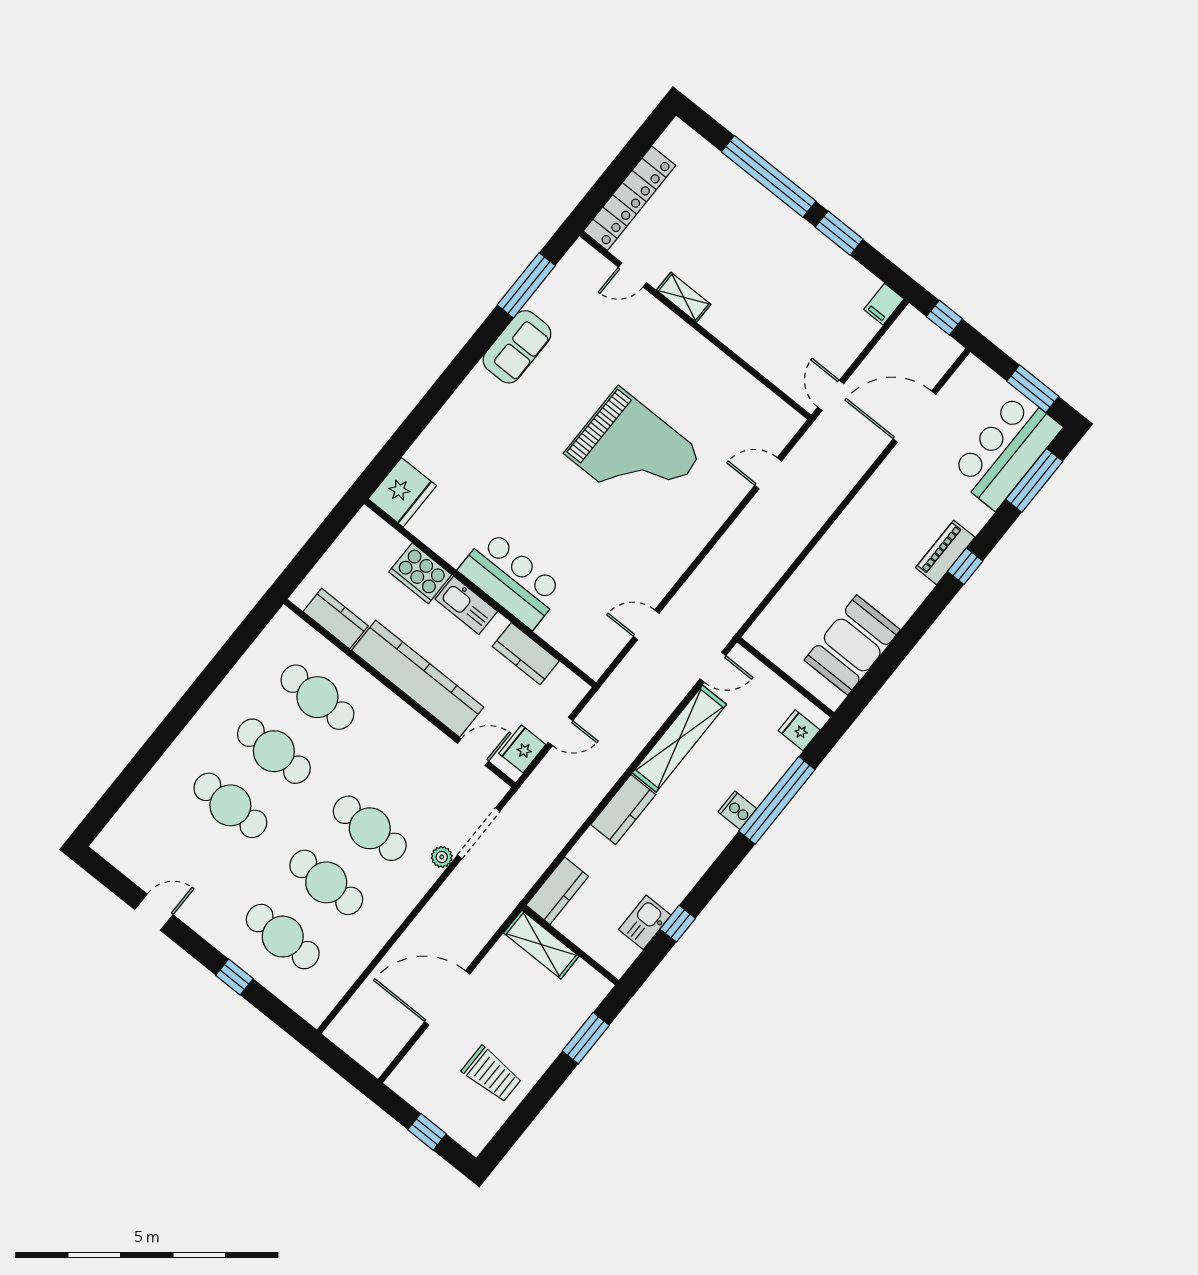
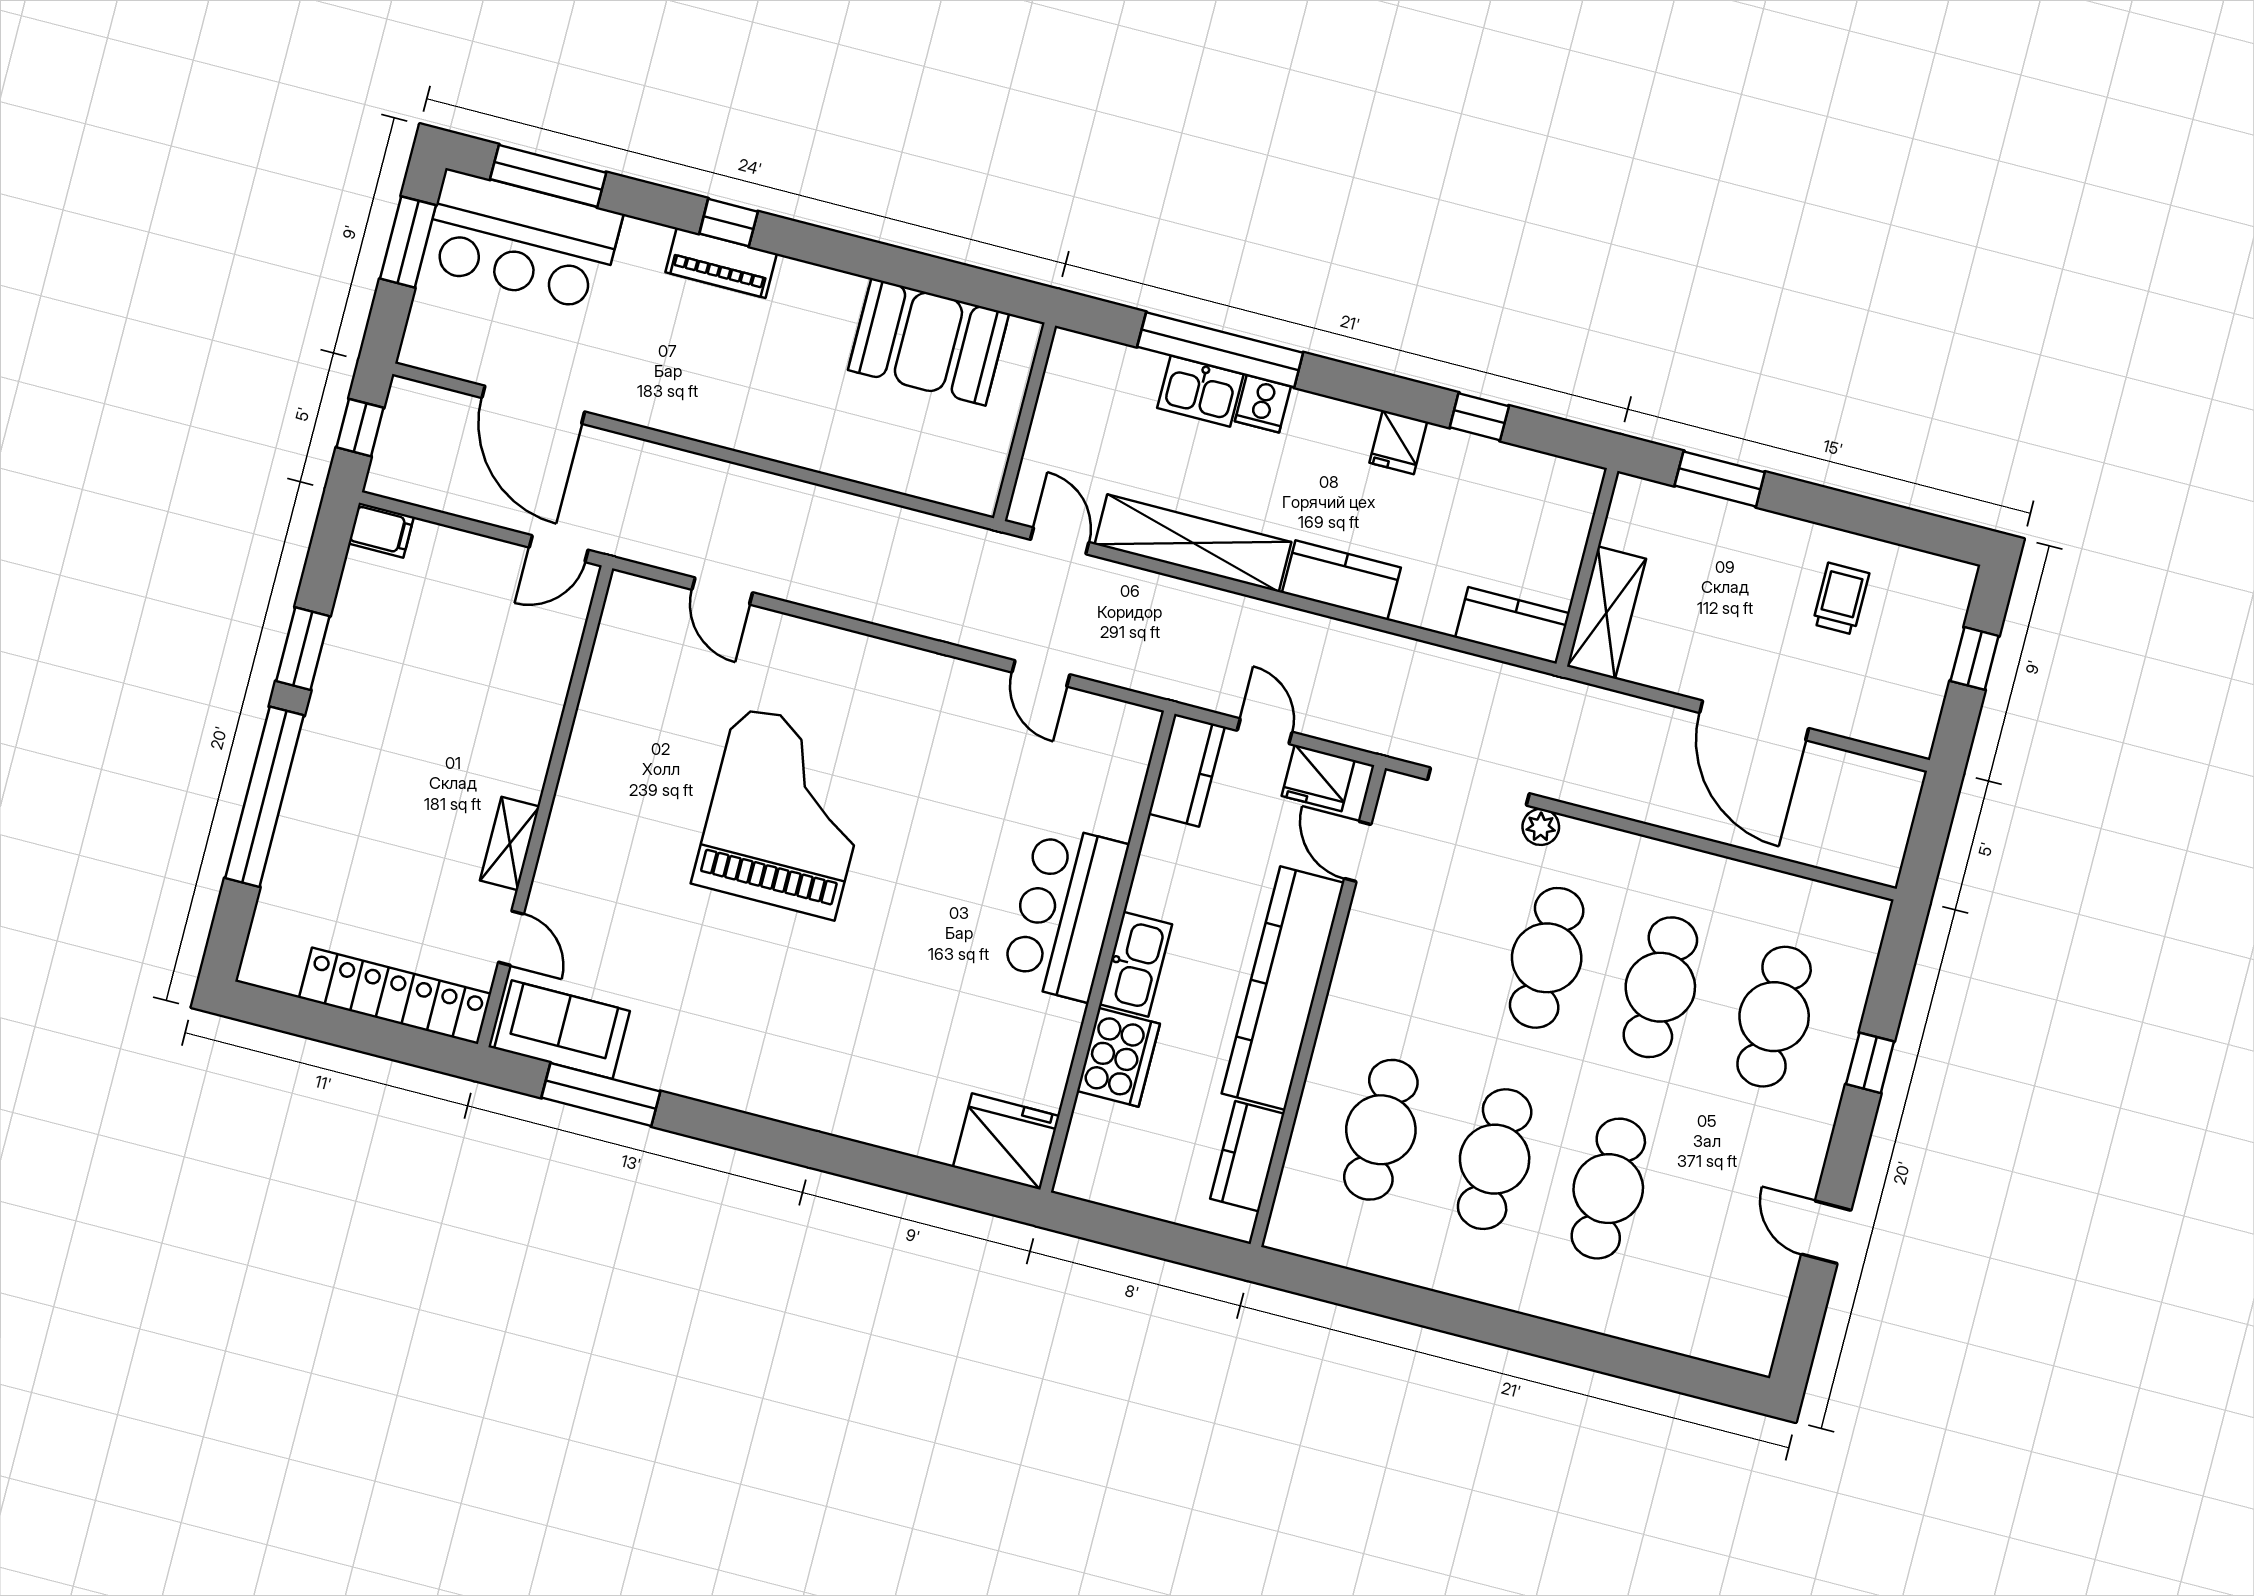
sofa: (517, 347) -> (562, 1030), moved
kitchen counter: (526, 654) -> (1187, 770), moved
fridge: (799, 730) -> (1398, 442), moved
kitchen sink: (645, 922) -> (1200, 391), moved
trolley: (492, 1074) -> (1841, 599), width x0.73, depth x0.72

